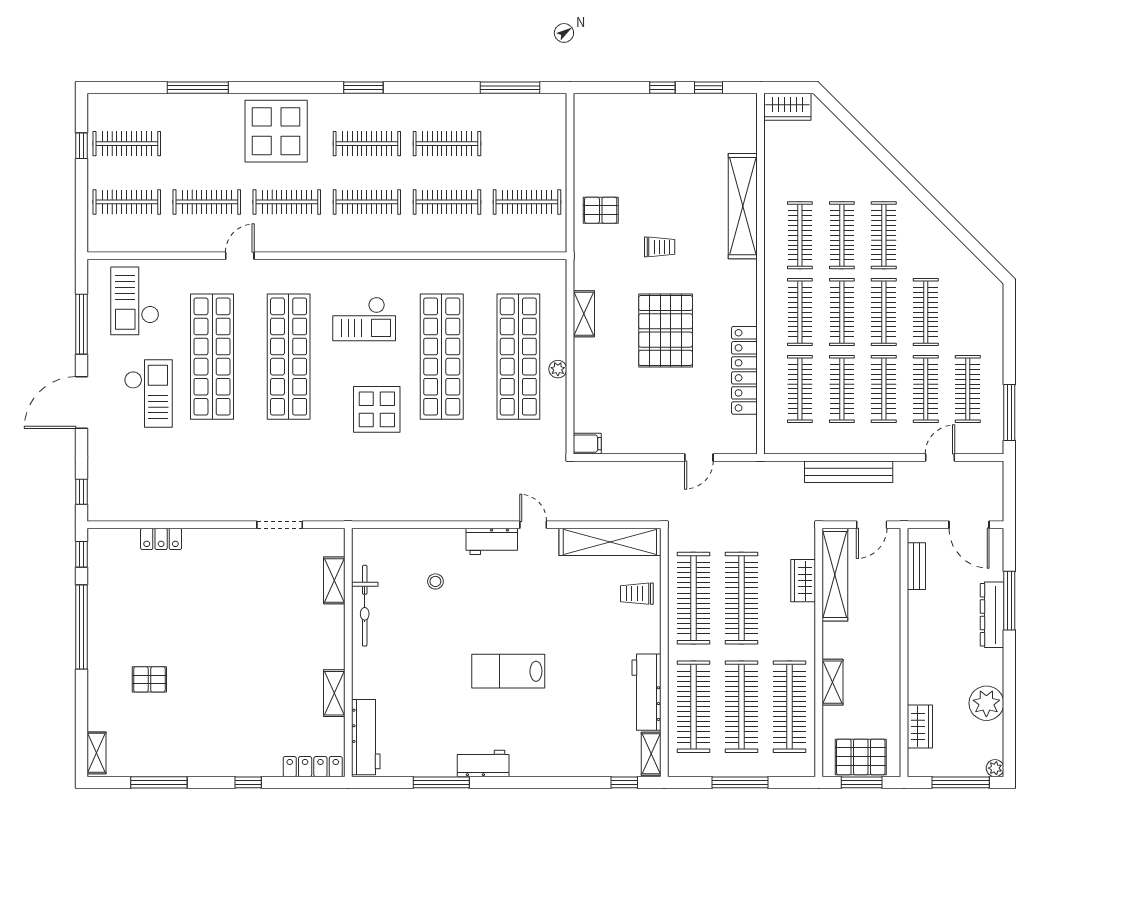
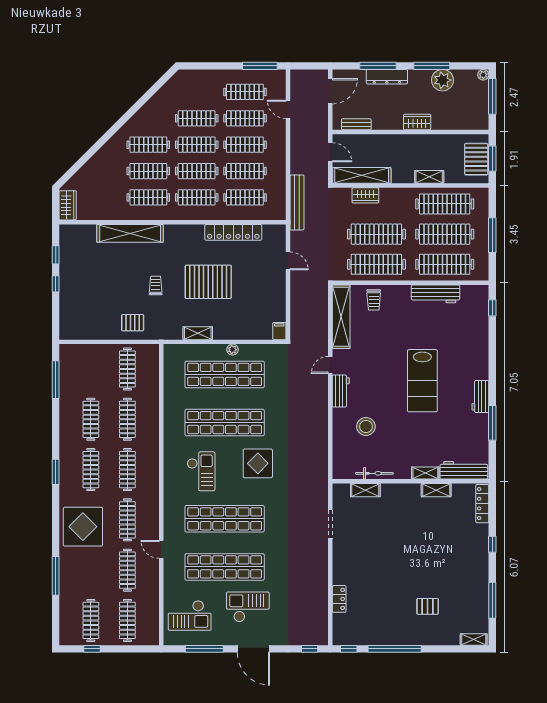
pallet: (601, 210) -> (133, 323), turned 90
bench: (849, 472) -> (297, 202), moved
stool: (435, 581) -> (366, 427), width x1.89, depth x1.89
bicycle: (365, 606) -> (374, 473), width x0.73, depth x0.71
lab bench: (508, 671) -> (422, 381), width x1.36, depth x1.39
pallet: (149, 679) -> (428, 606), turned 90
window: (1009, 686) -> (432, 66), added
wardrobe: (920, 727) -> (417, 122), moved
shelving: (651, 754) -> (425, 473), moved

